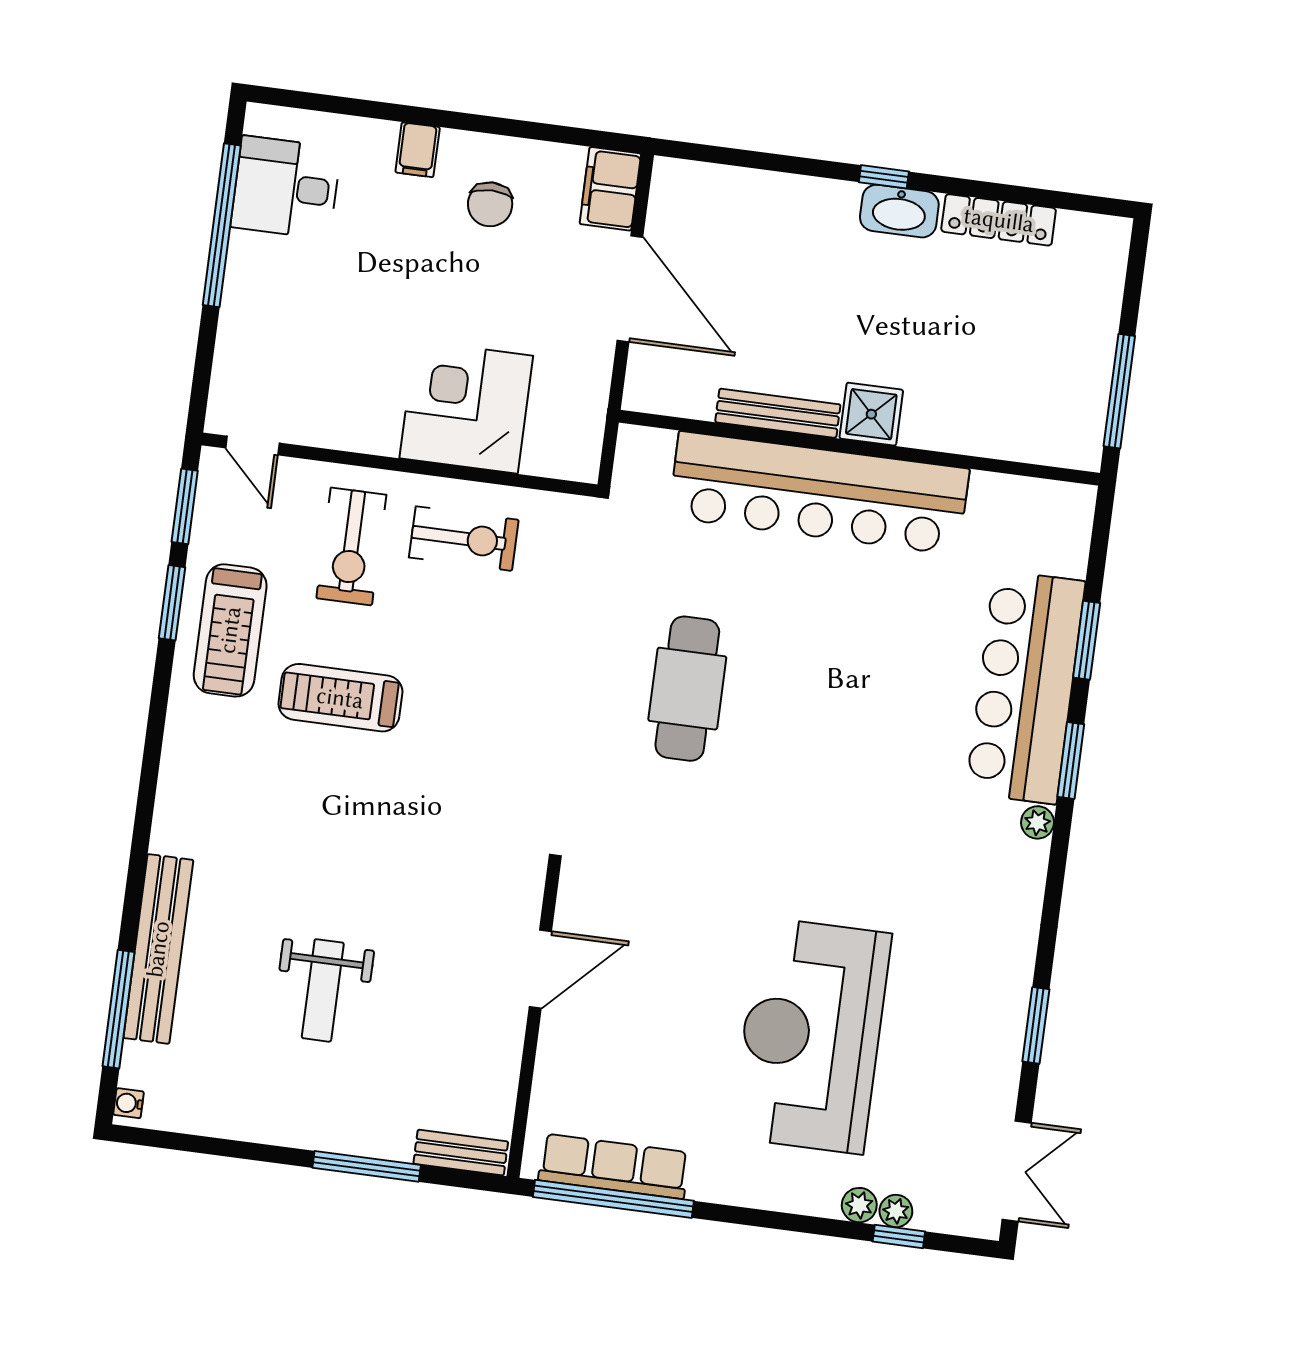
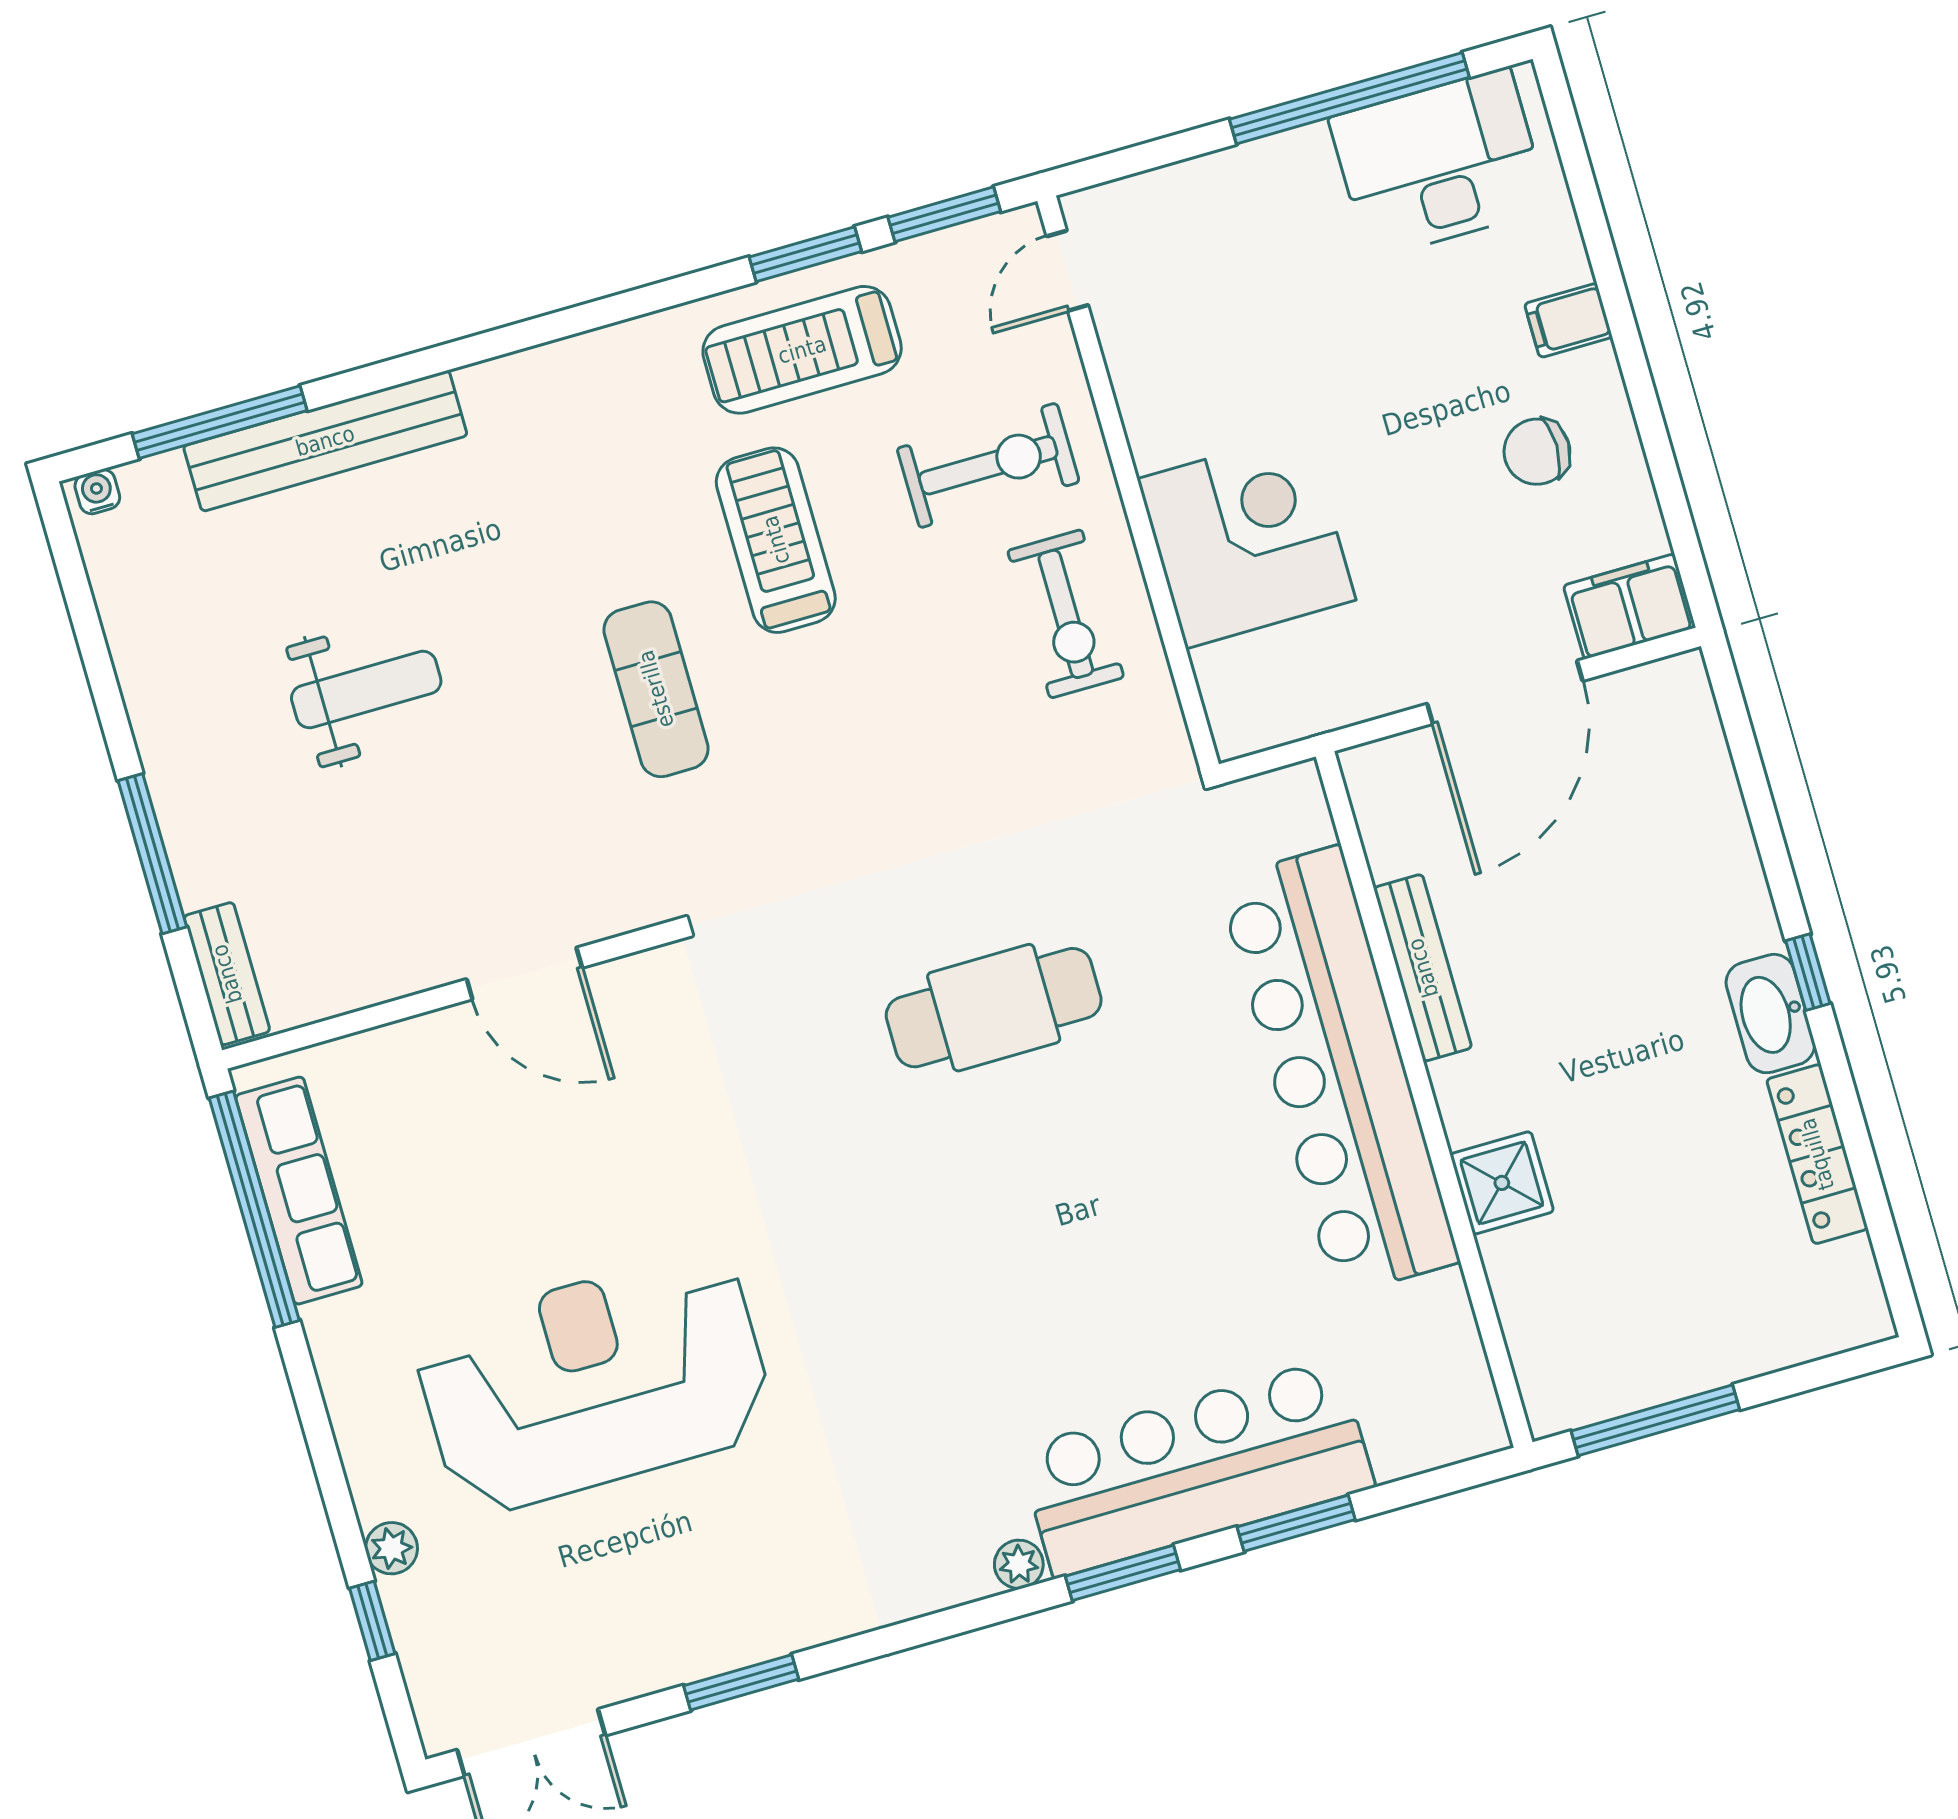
desk: (286, 187) -> (1439, 163), width x1.37
shower: (871, 414) -> (1502, 1183), moved
exercise bike: (351, 547) -> (988, 465), turned 180
exercise mat: (400, 812) -> (656, 689), added
weight bench: (323, 990) -> (366, 690), turned 180
plant: (896, 1211) -> (405, 1602), removed

